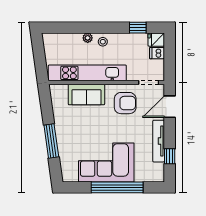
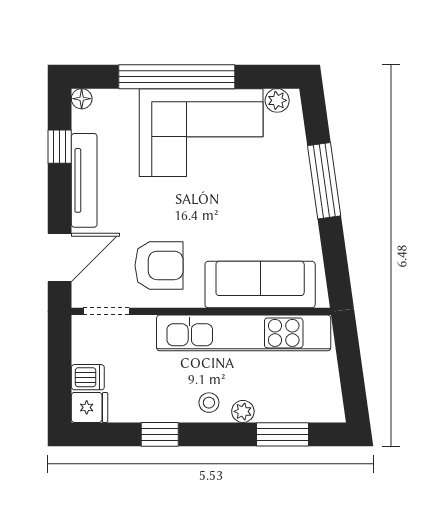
window: (70, 28) -> (282, 434), added
window: (138, 28) -> (160, 434), moved
sofa: (86, 95) -> (260, 285), width x1.36
armchair: (125, 103) -> (159, 265), turned 180
plant: (72, 177) -> (277, 100), added
floor lamp: (160, 178) -> (82, 99), added

